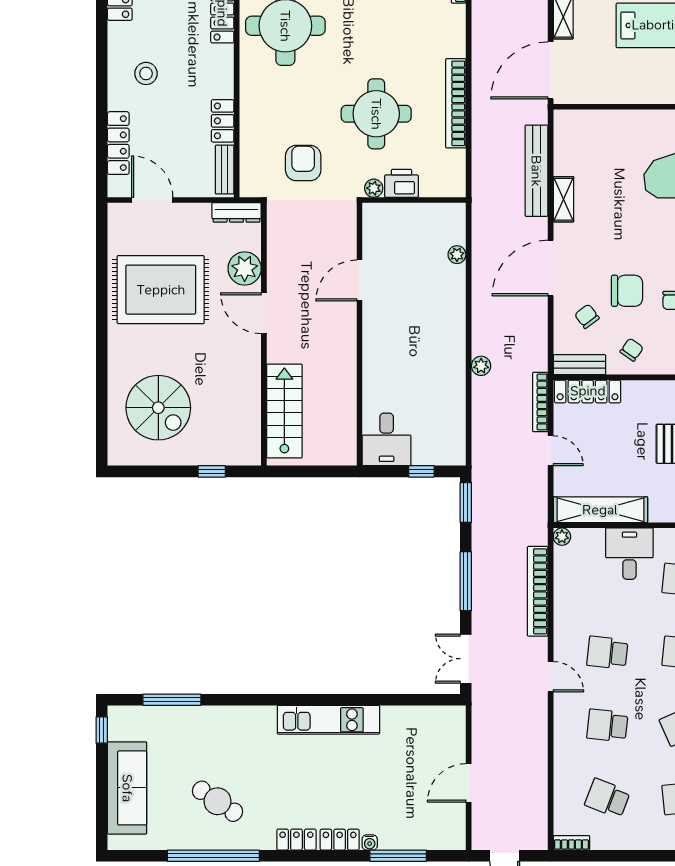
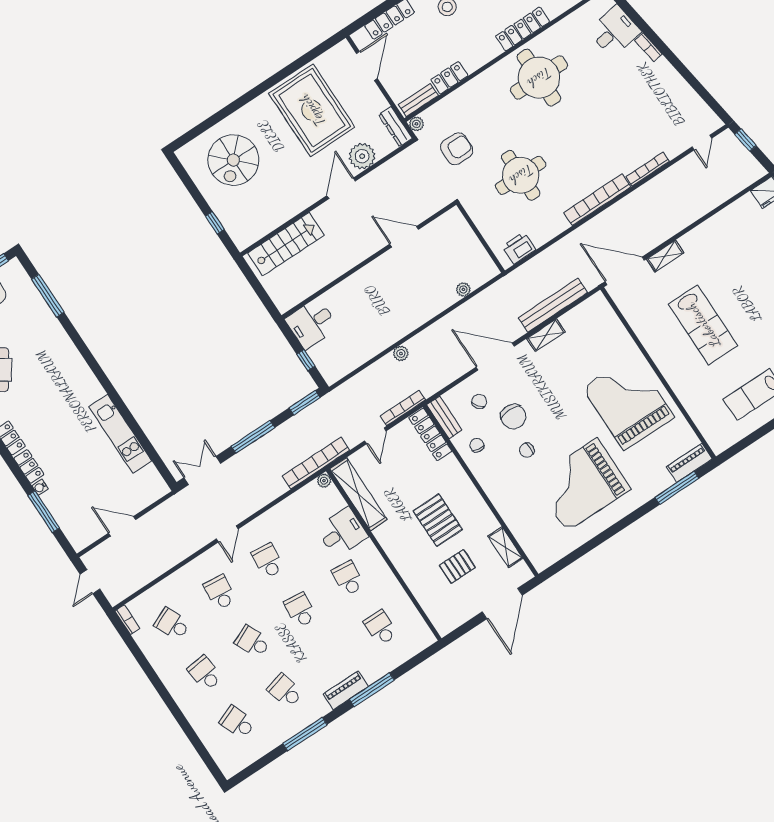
bookcase: (456, 103) -> (597, 200), moved
printer: (401, 183) -> (519, 248), moved, turned -90
plant: (374, 188) -> (416, 124), moved
chair: (632, 350) -> (477, 445), turned -115
bookcase: (538, 591) -> (316, 463), moved
kitchen unit: (328, 720) -> (120, 434), moved
school desk: (607, 798) -> (172, 624), turned -45

